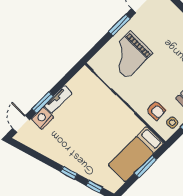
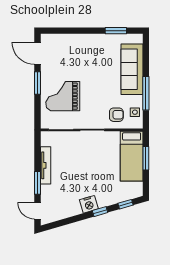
grand piano: (129, 55) -> (63, 96), turned 90
tv unit: (58, 99) -> (46, 165), width x1.41
nightstand: (43, 118) -> (89, 204), moved, turned -106

